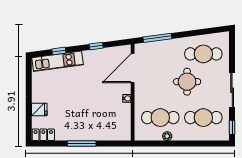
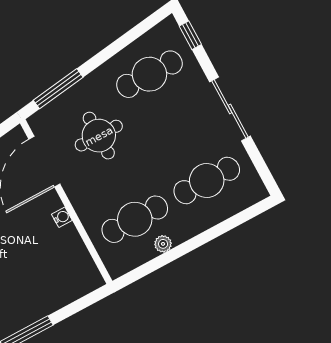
round table: (187, 82) -> (99, 136), moved
window: (232, 127) -> (190, 35), moved

